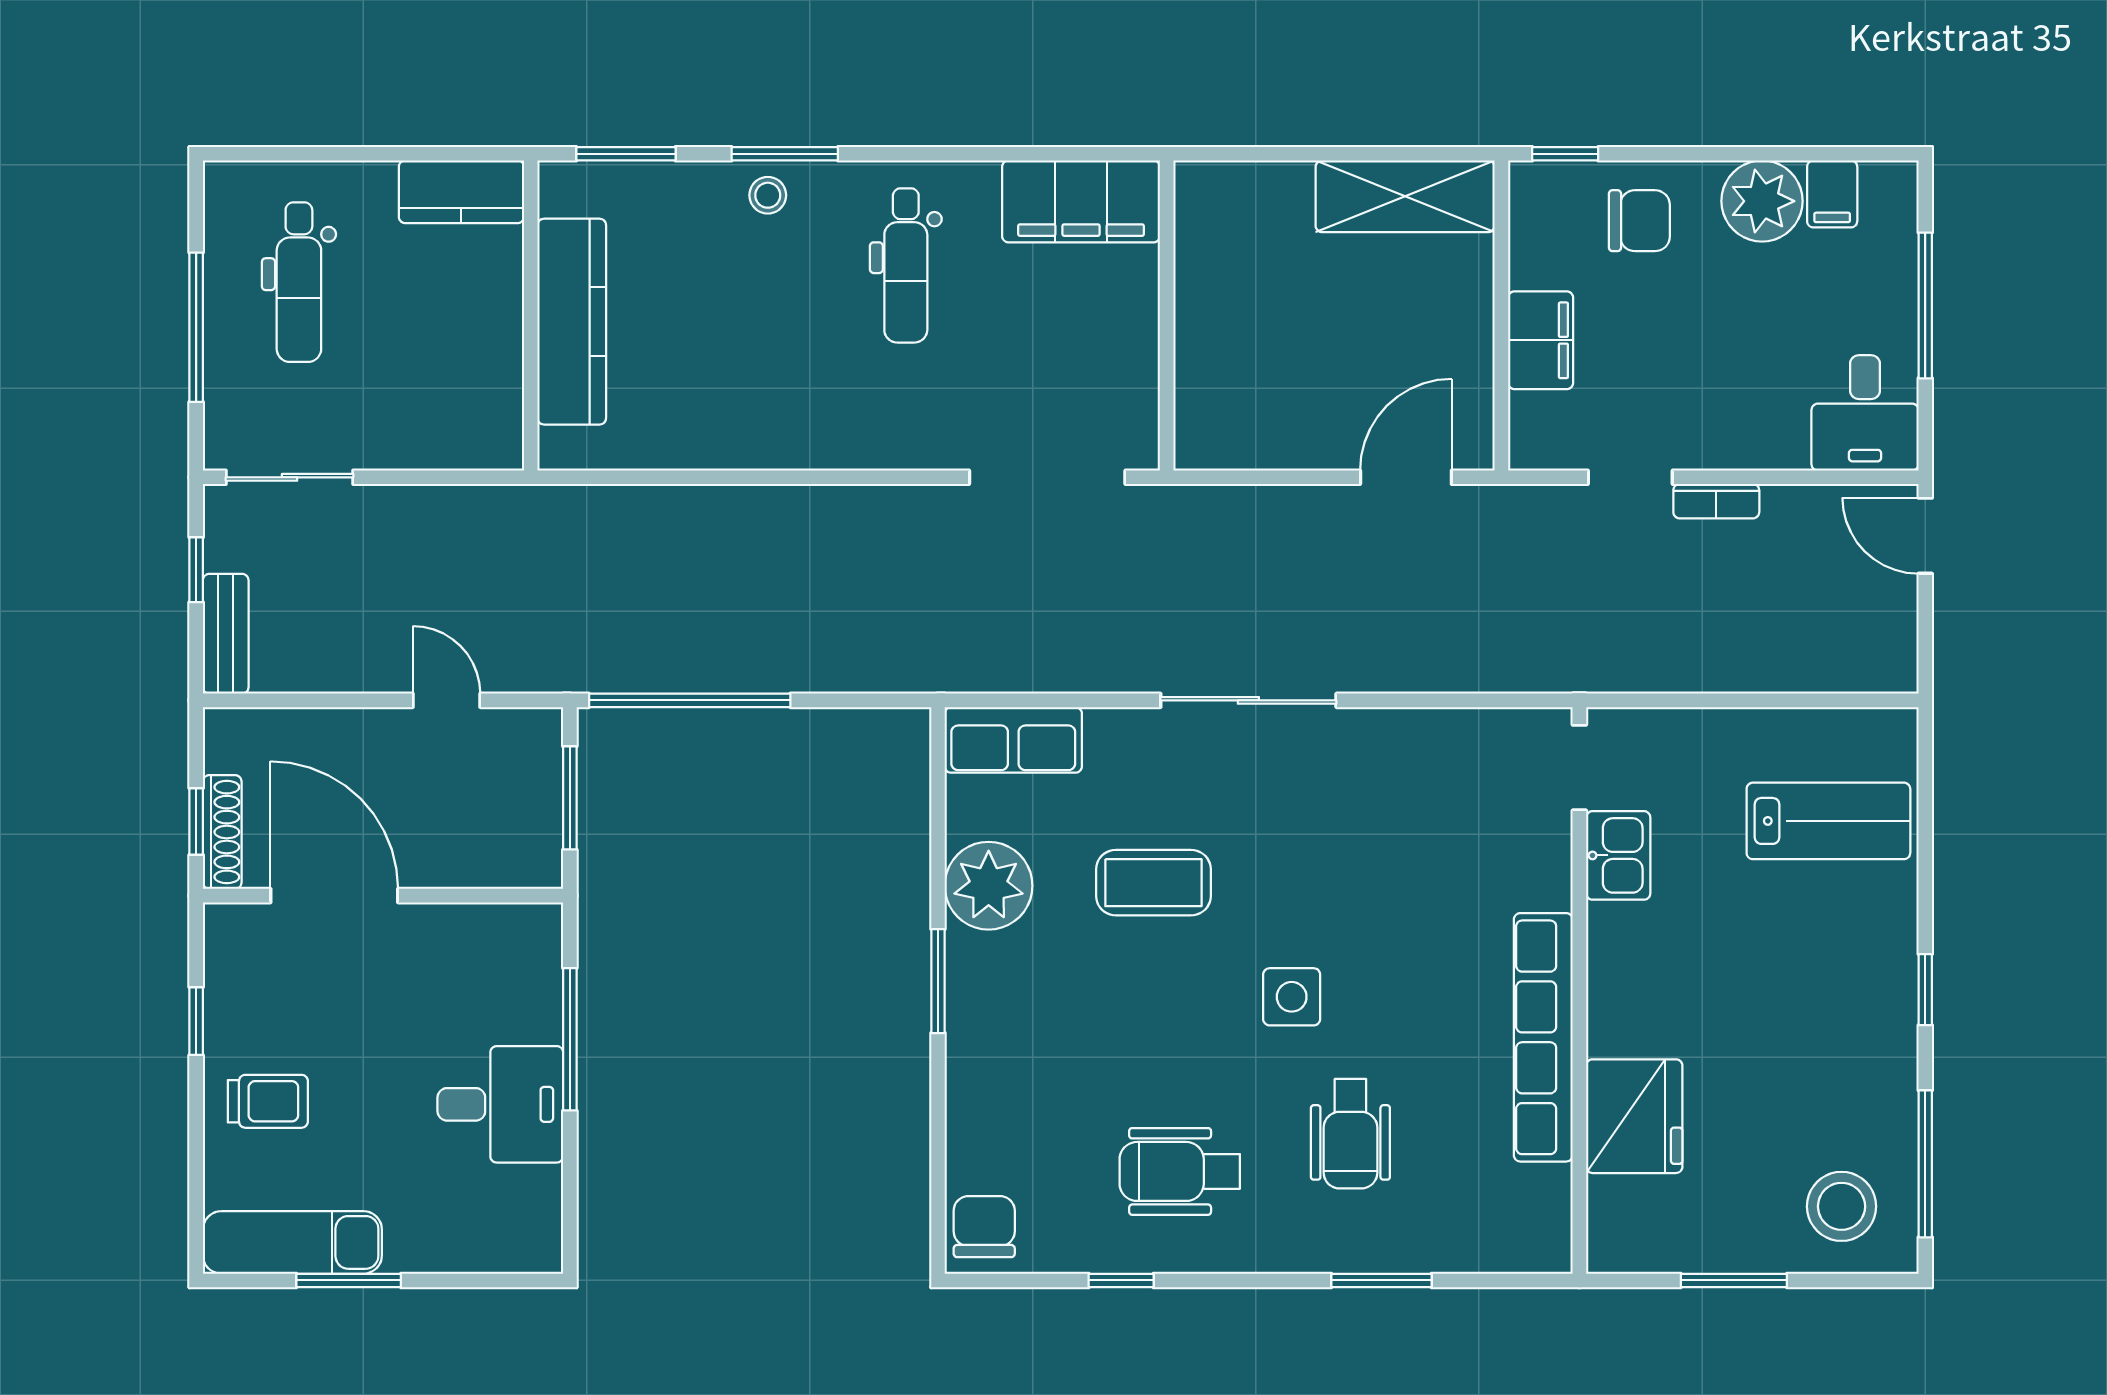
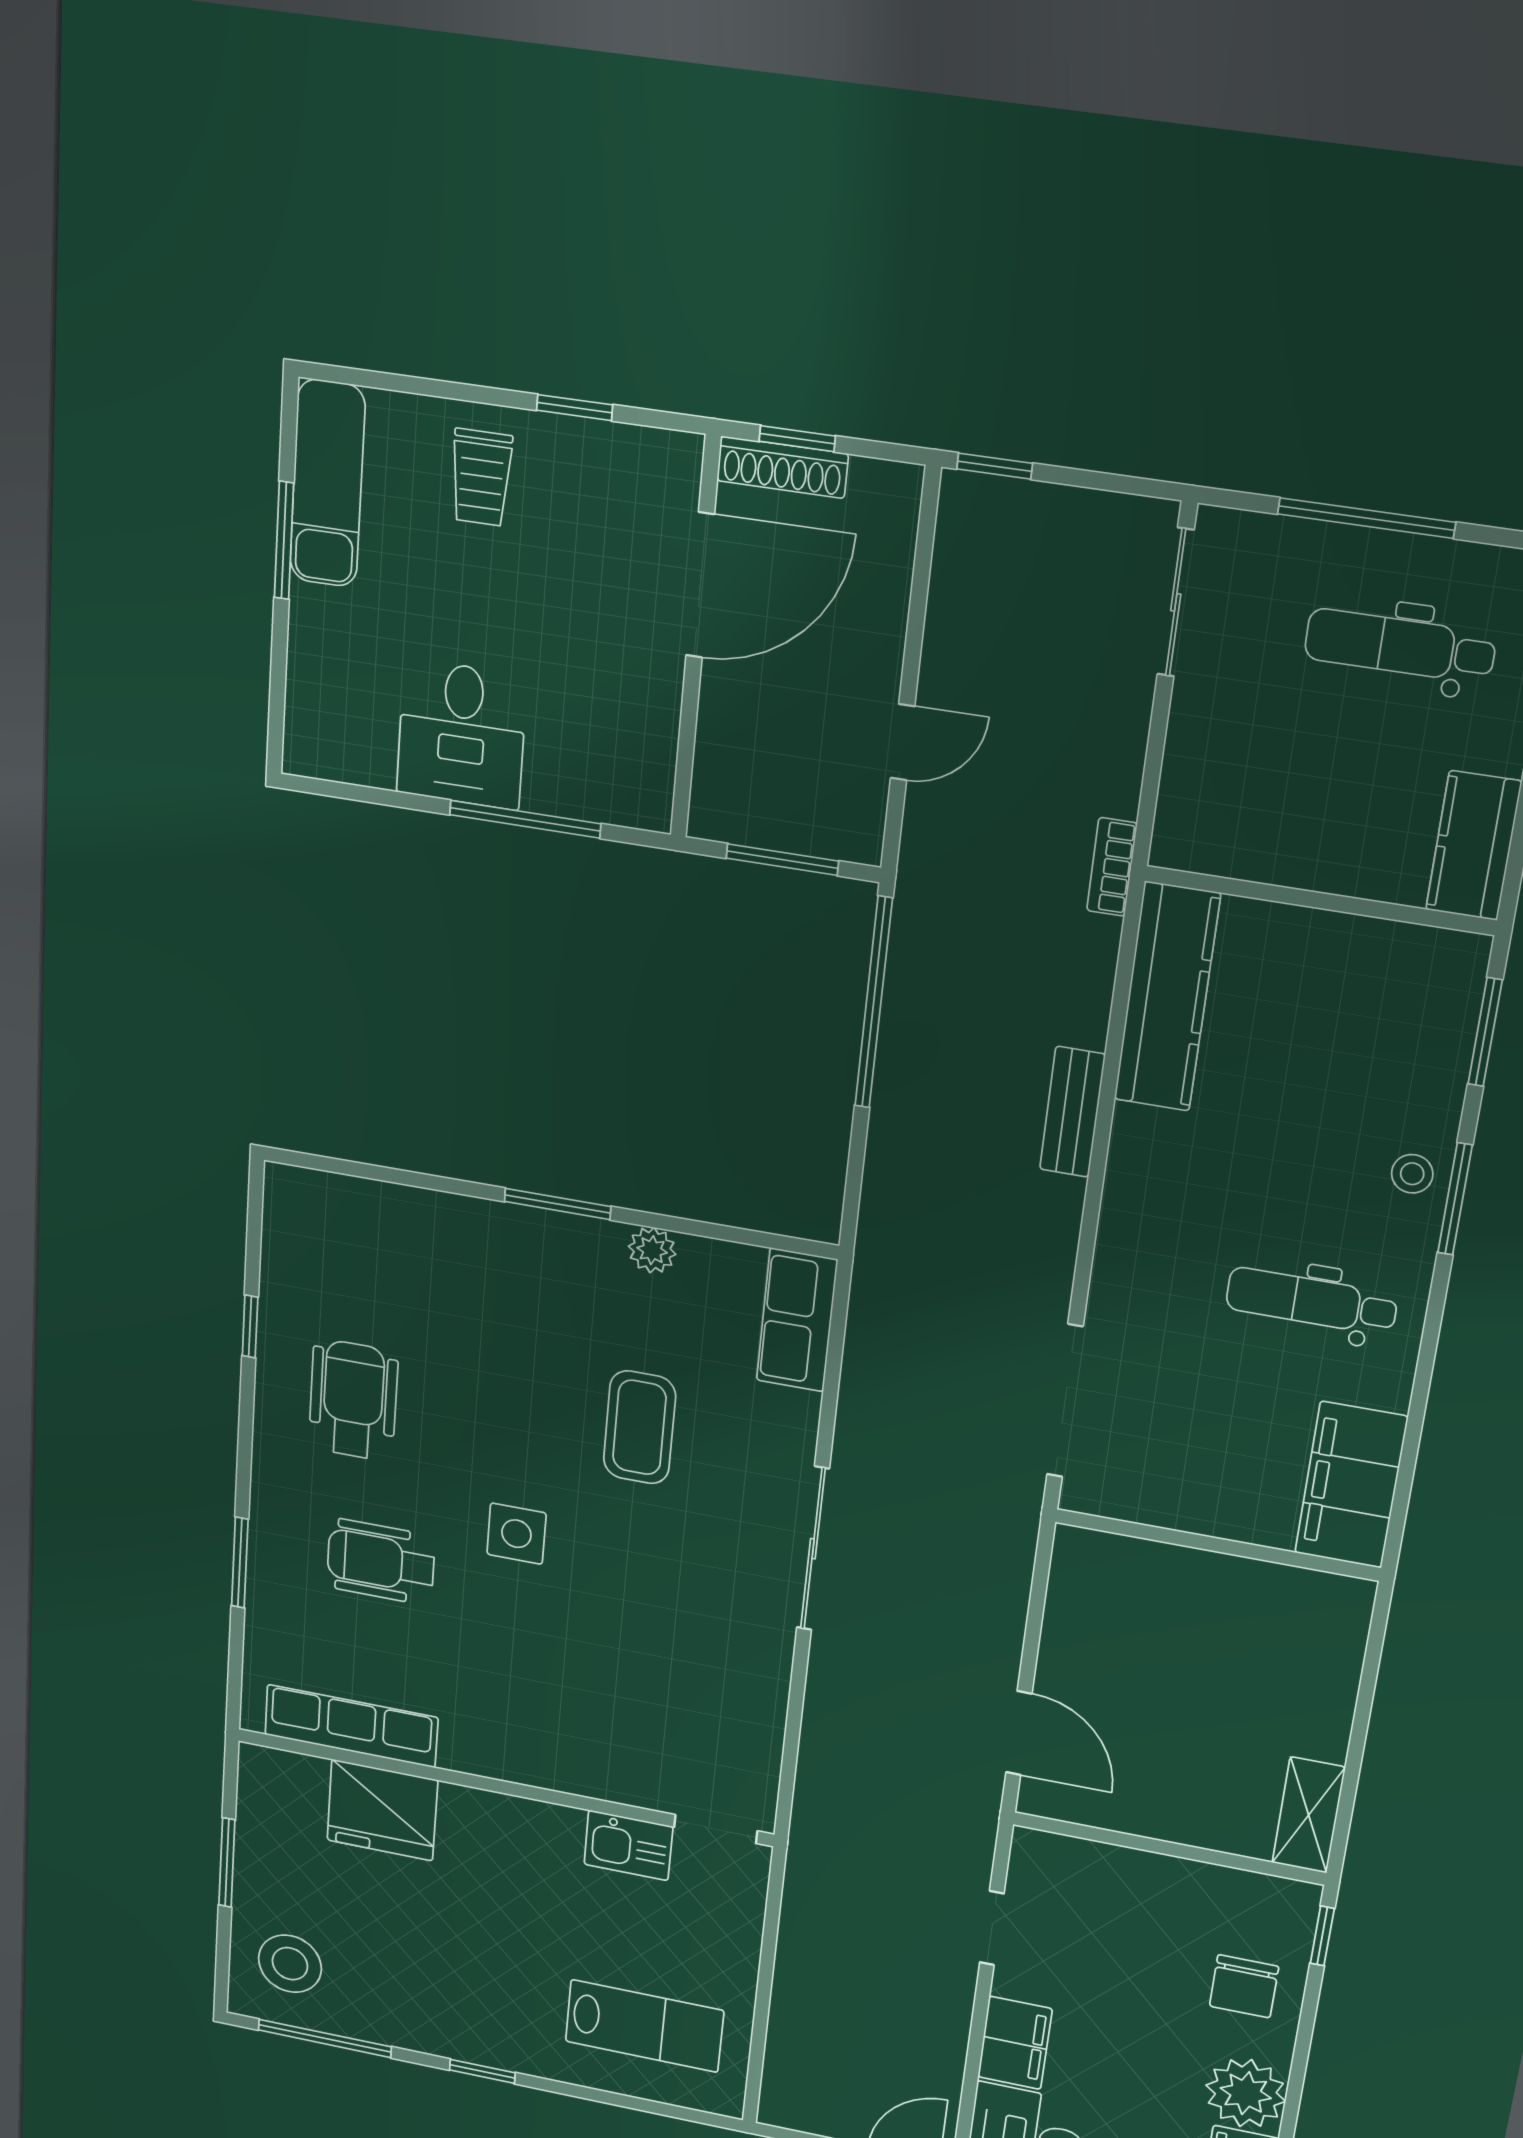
shelving: (1405, 196) -> (1309, 1815), width x0.67, depth x0.75
kitchen counter: (572, 322) -> (1167, 997), moved, turned -90
filing cabinet: (1541, 340) -> (1015, 2043), moved, turned -90
bookcase: (1716, 501) -> (1112, 867), moved
window: (196, 570) -> (995, 466), moved
bench: (226, 634) -> (1072, 1112), moved, turned 90
lab bench: (1828, 821) -> (644, 2026), turned -90
plant: (989, 886) -> (652, 1250), width x0.53, depth x0.53
row of seats: (1543, 1037) -> (351, 1726), moved, width x0.73
chair: (984, 1227) -> (309, 1206), removed

